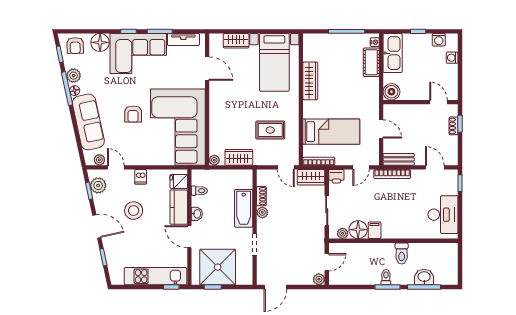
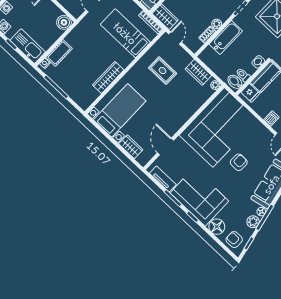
armchair: (75, 46) -> (234, 240), turned -89
kitchen sink: (393, 53) -> (28, 46), moved, turned 90
bidet: (201, 178) -> (235, 82), added

